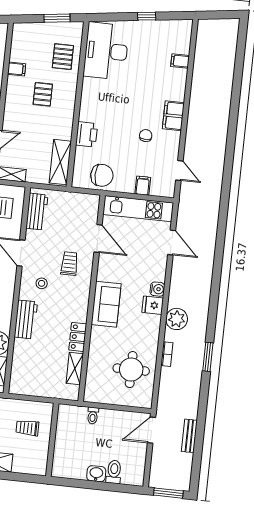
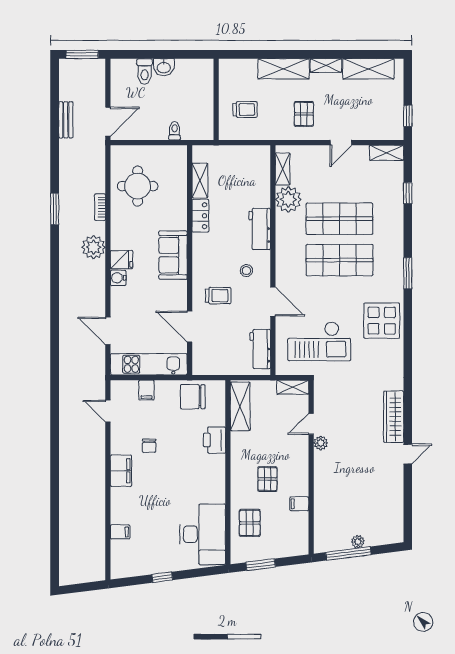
trolley: (69, 264) -> (218, 296), turned -90

